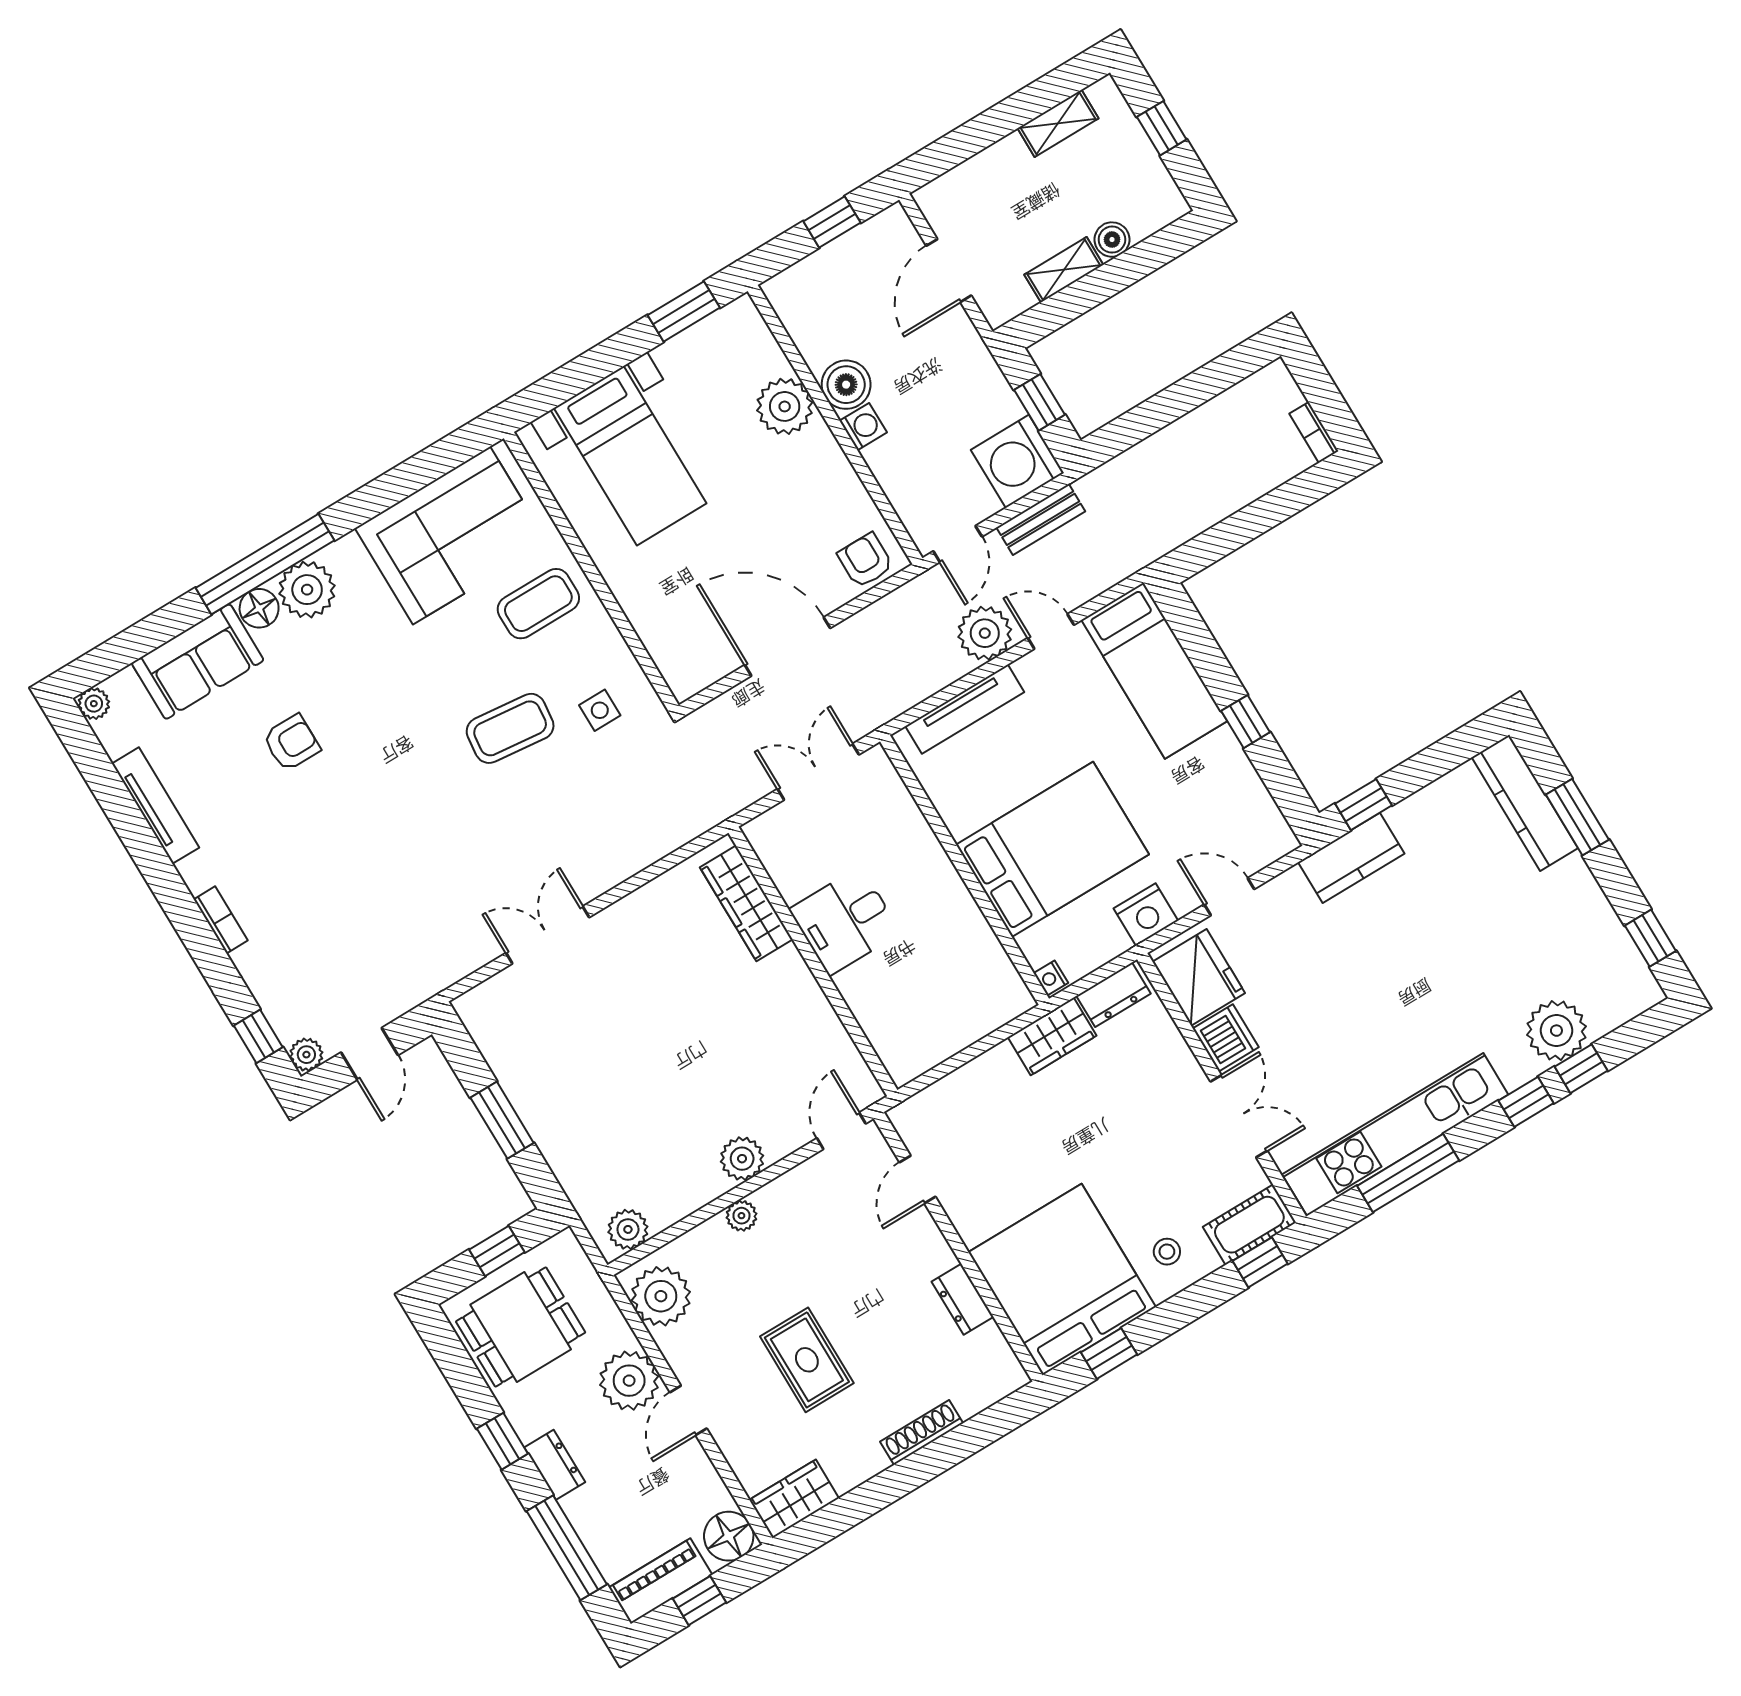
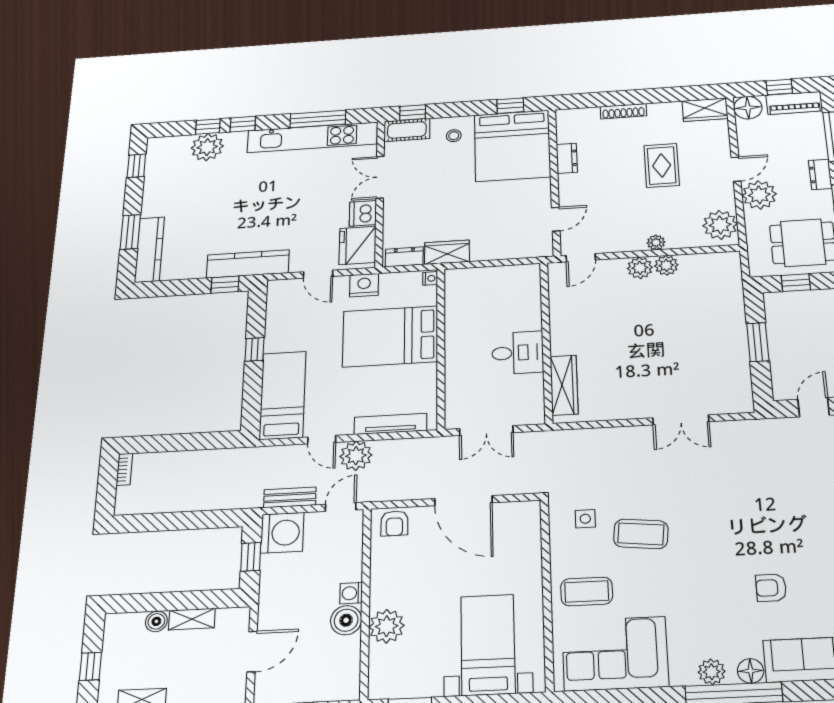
plant: (307, 590) -> (712, 672), width x0.73, depth x0.73
kitchen counter: (1351, 858) -> (248, 264), width x1.50
plant: (628, 1229) -> (666, 265), moved

